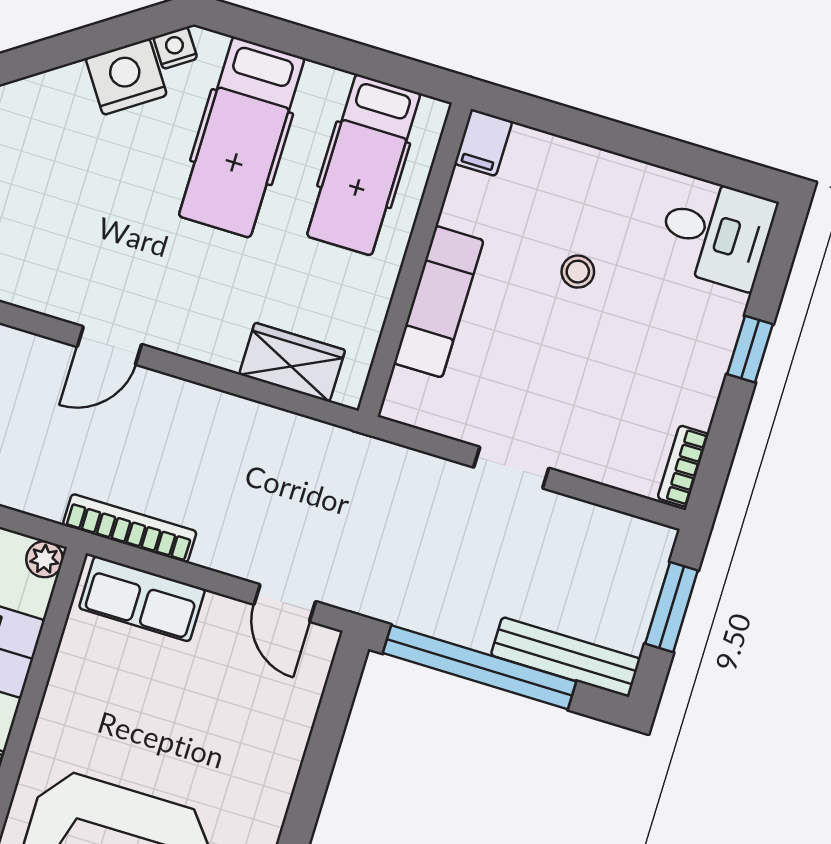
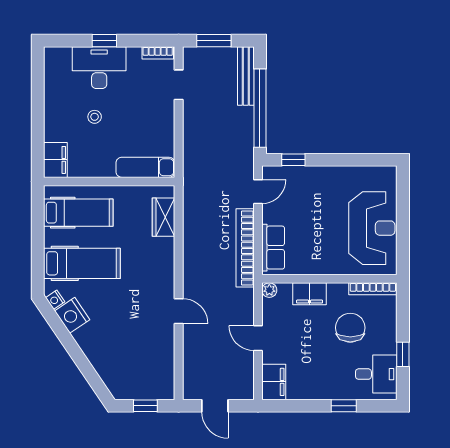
filing cabinet: (483, 142) -> (55, 160), width x2.00
desk: (716, 233) -> (99, 68), moved, width x1.37
exam couch: (439, 302) -> (145, 167), moved
door: (109, 346) -> (179, 311), moved
doorway: (511, 468) -> (179, 85), moved
bookcase: (130, 528) -> (245, 248), width x1.48, depth x1.31
window: (334, 709) -> (293, 160), added

